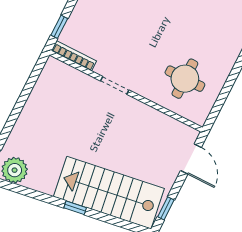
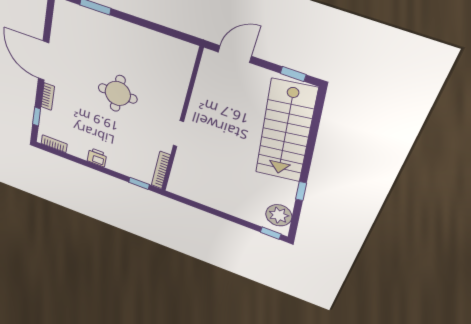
round table: (185, 79) -> (118, 93), moved
window: (75, 208) -> (301, 191), moved

